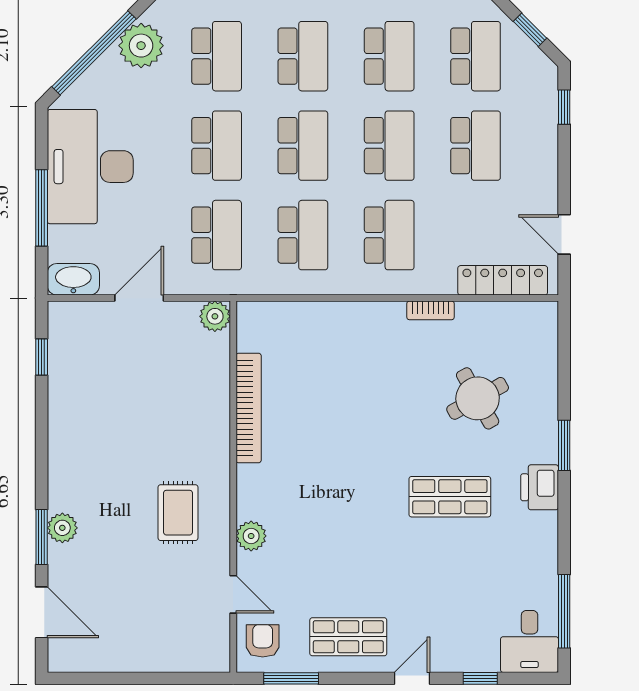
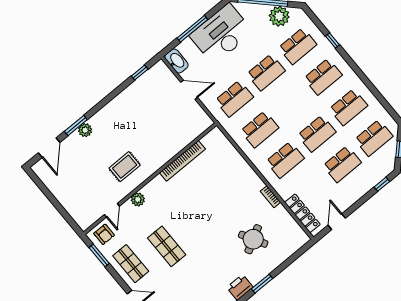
school desk: (303, 146) -> (291, 103), removed
plant: (215, 316) -> (205, 122), removed
shop shelf: (450, 497) -> (167, 246), moved
armchair: (263, 641) -> (104, 234), turned 90

